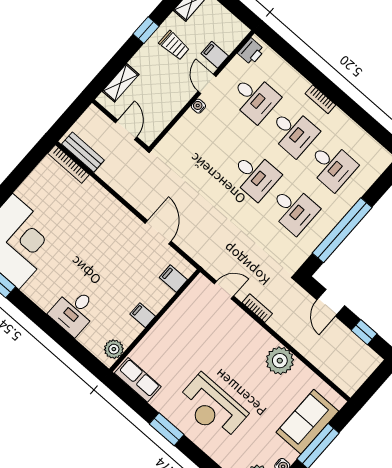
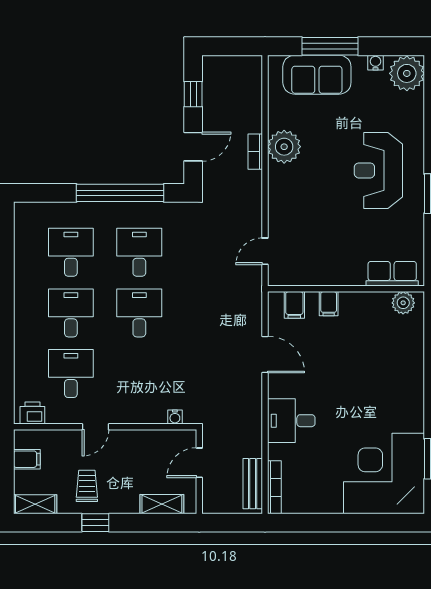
filing cabinet: (215, 55) -> (27, 459), moved, turned -90
bookcase: (320, 99) -> (21, 314), removed
water cooler: (198, 106) -> (175, 417), moved
door: (158, 232) -> (265, 355), swing flipped
door: (224, 290) -> (265, 251), hinge flipped
bookcase: (257, 308) -> (255, 152), moved
desk: (74, 311) -> (291, 421), moved, turned 180
filing cabinet: (143, 315) -> (329, 304), moved
row of seats: (138, 380) -> (392, 274), moved, turned 90
reception desk: (212, 407) -> (378, 170), turned 180

